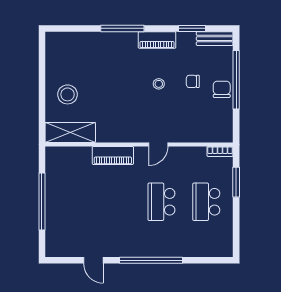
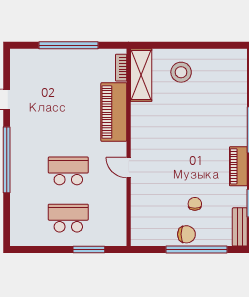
stool: (159, 84) -> (192, 168), removed
bookcase: (220, 151) -> (121, 68), moved
piano: (113, 155) -> (114, 112), width x1.37, depth x1.33

